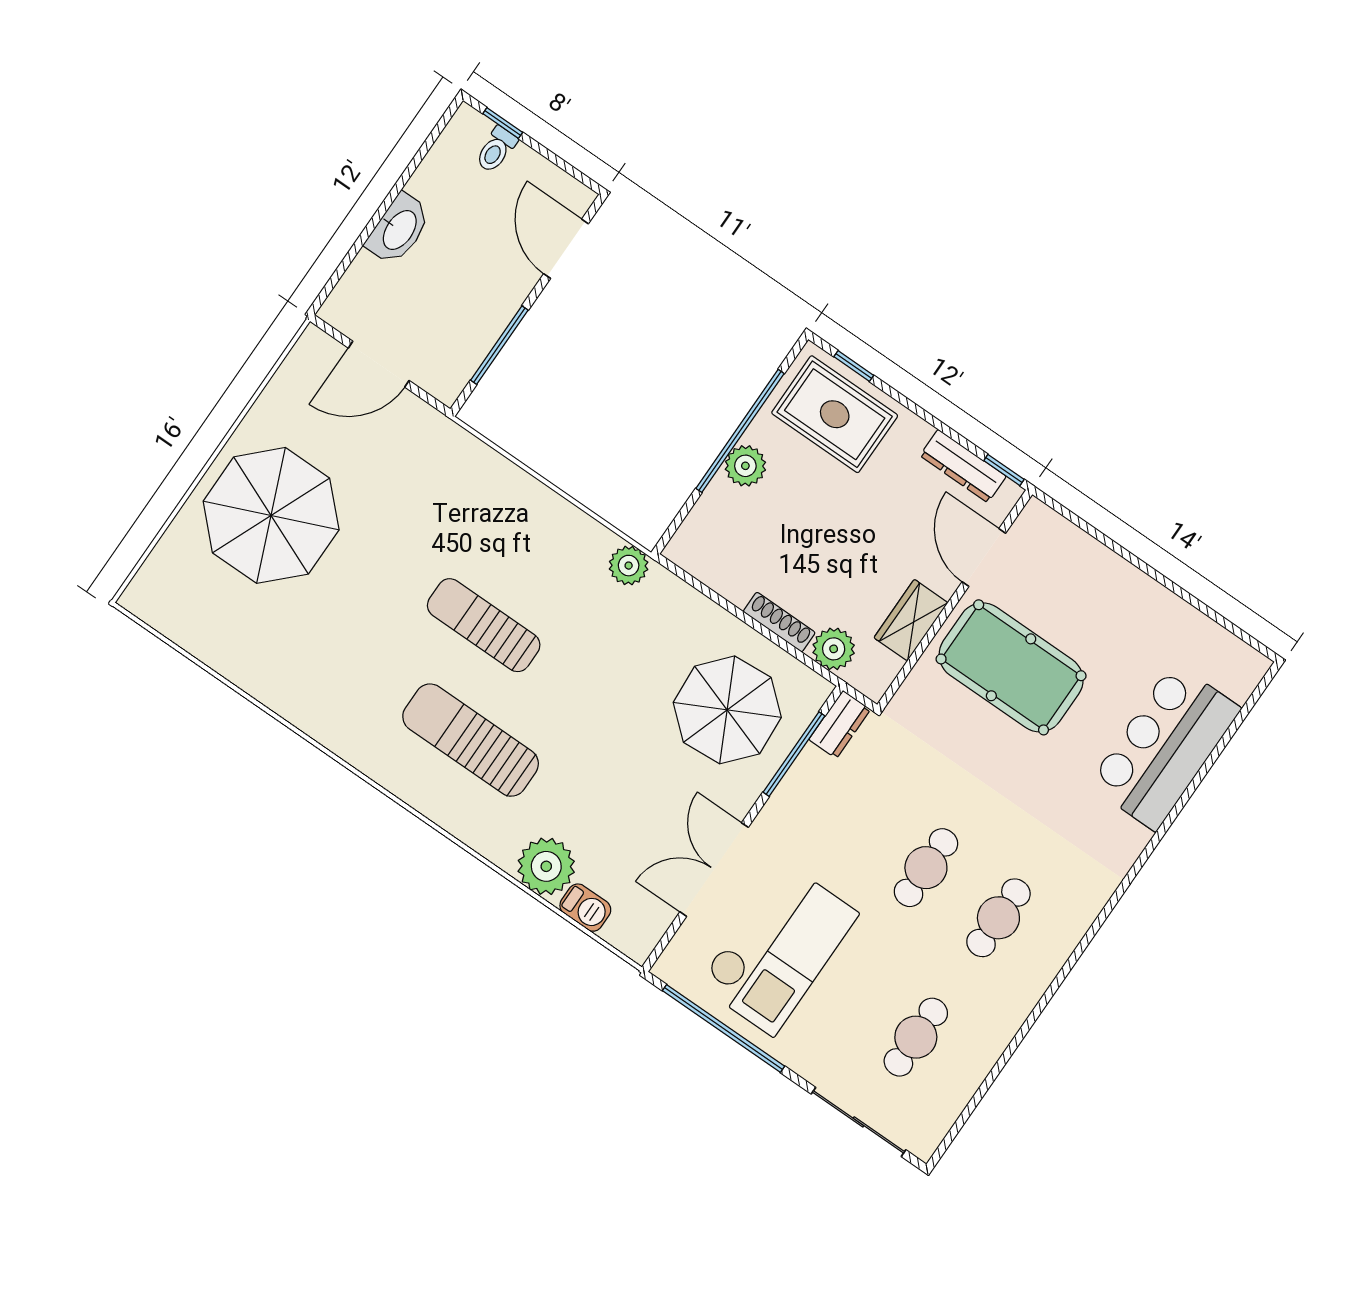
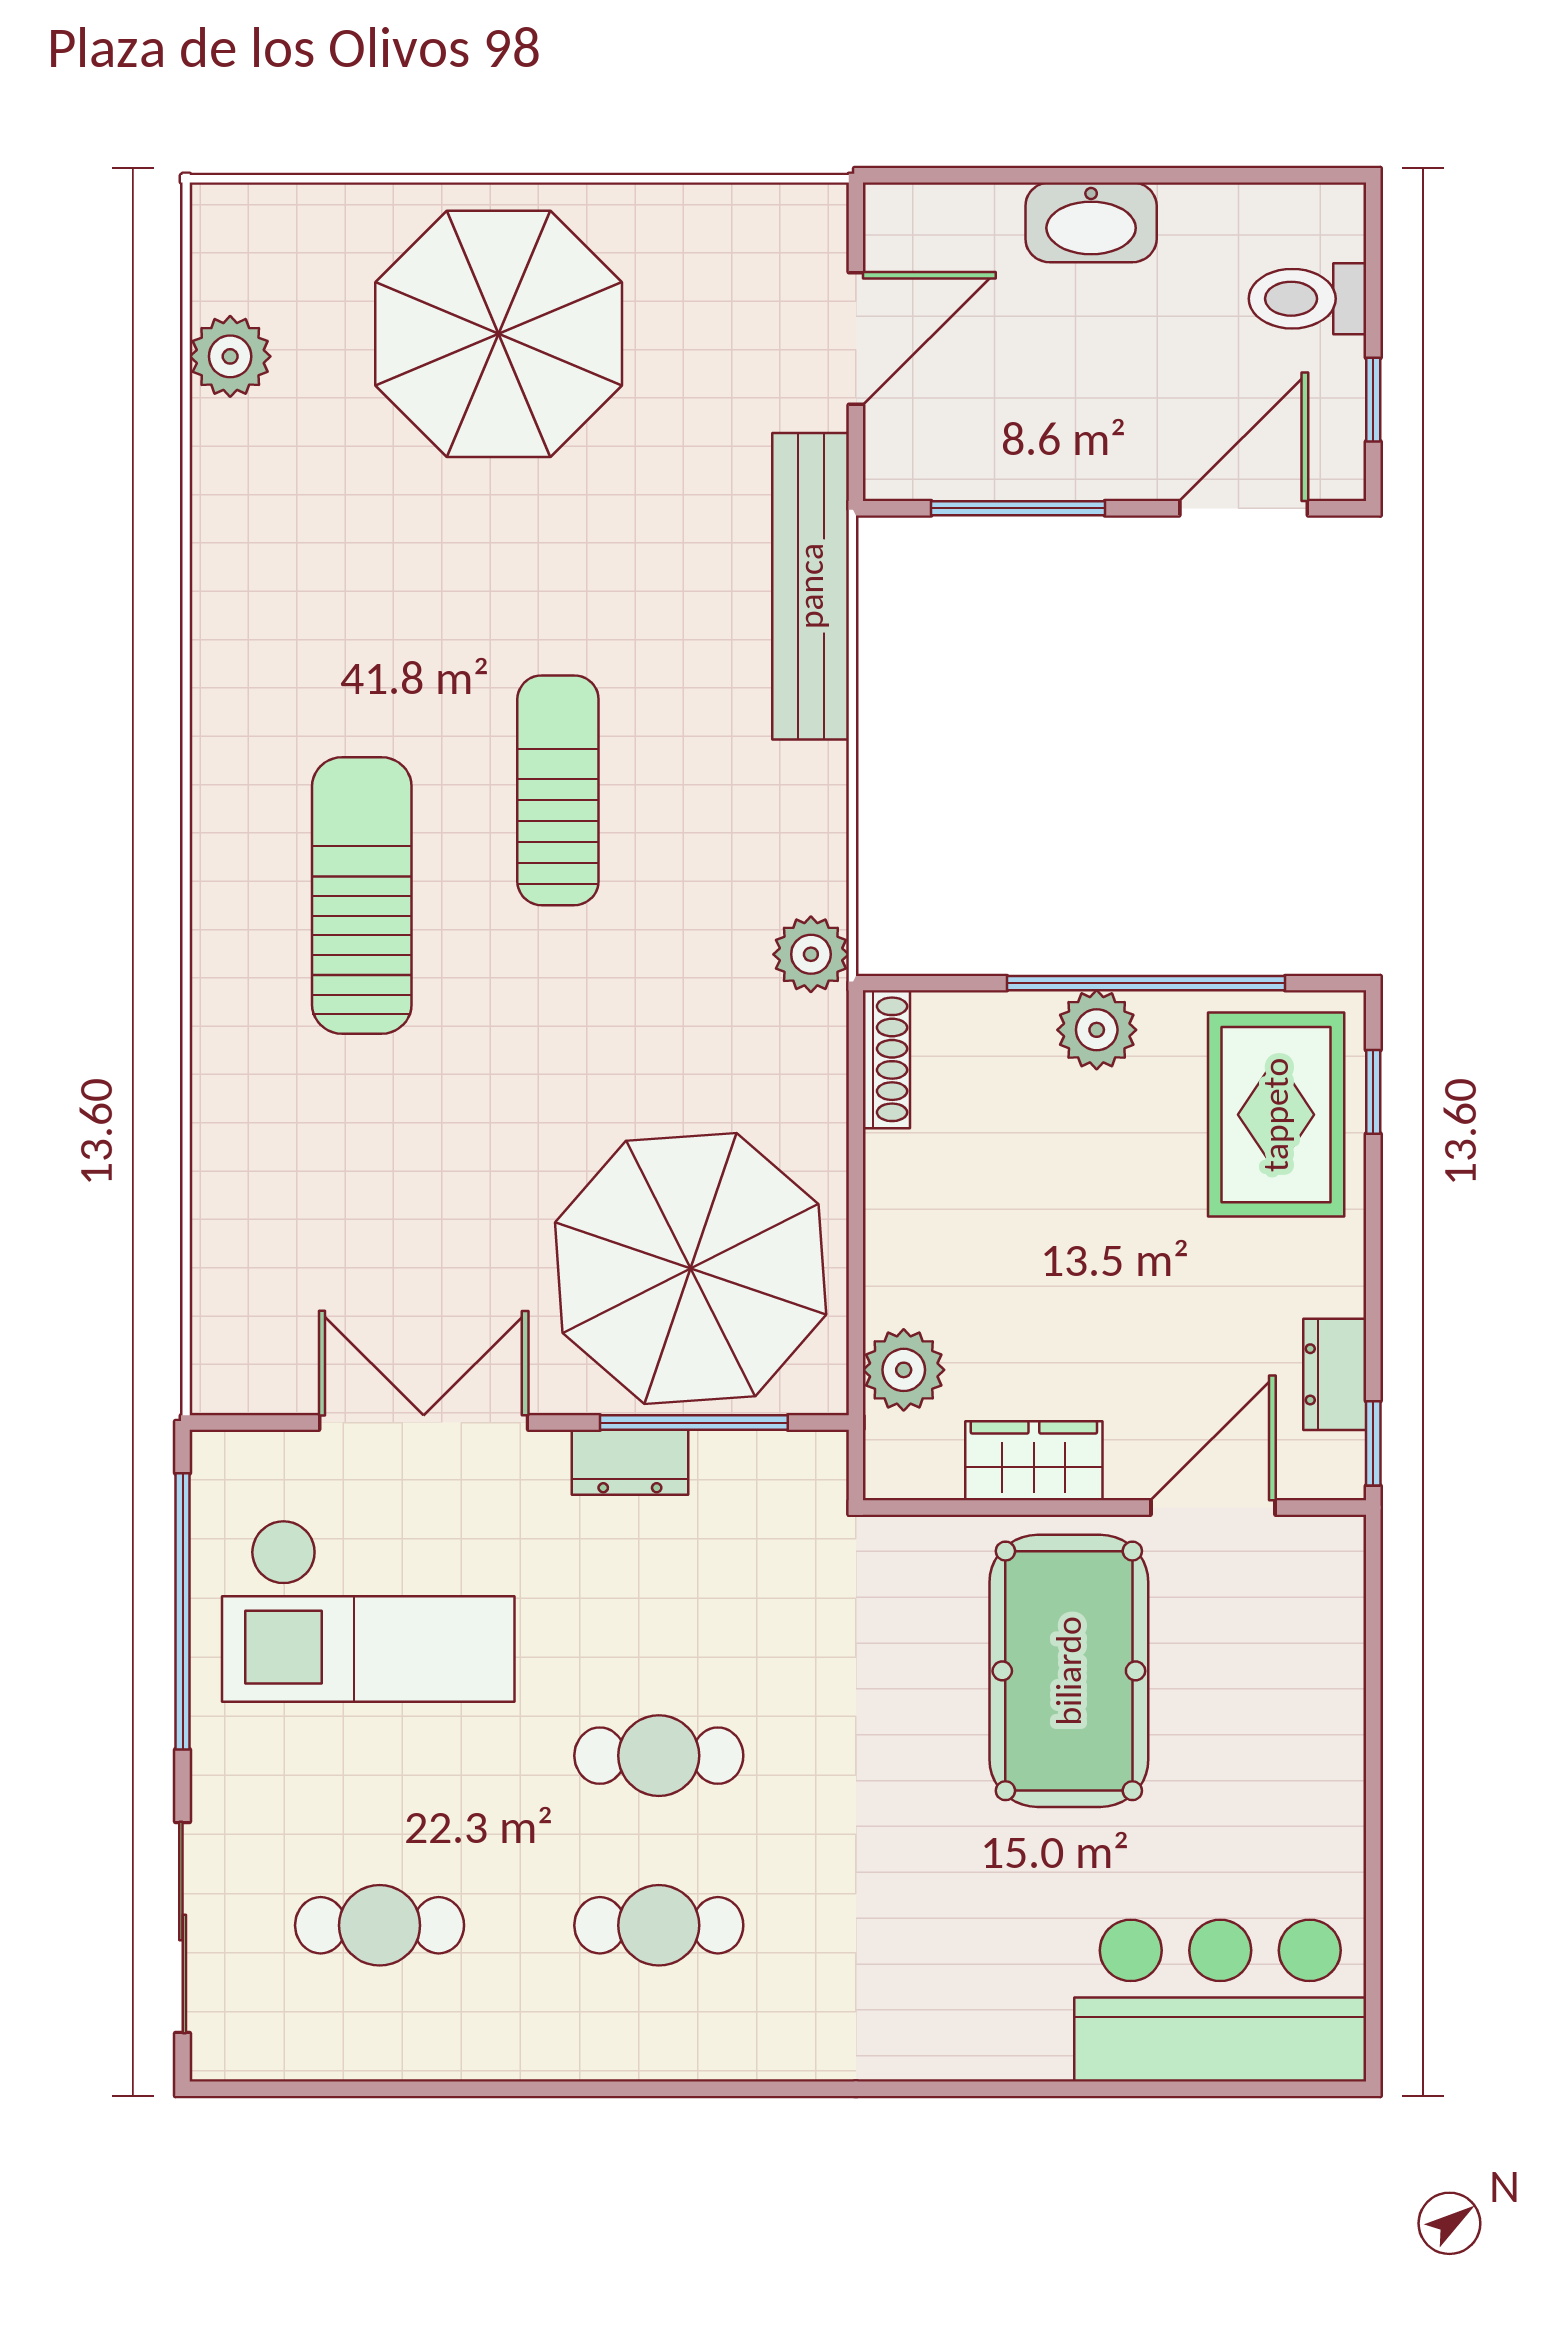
window: (503, 123) -> (1373, 400), moved
toilet: (496, 150) -> (1307, 299), width x1.37, depth x1.39
door: (379, 364) -> (856, 339), swing flipped
bench: (471, 457) -> (811, 586), added
dresser: (963, 466) -> (1335, 1374), width x0.70
shoe rack: (779, 622) -> (886, 1059), moved
parasol: (727, 710) -> (691, 1268), width x1.36, depth x1.36
dresser: (840, 724) -> (630, 1462), moved
bar counter: (1165, 747) -> (1220, 2001), moved
plant: (546, 866) -> (230, 356), moved, width x0.73, depth x0.73
barbecue: (585, 908) -> (222, 1261), removed

